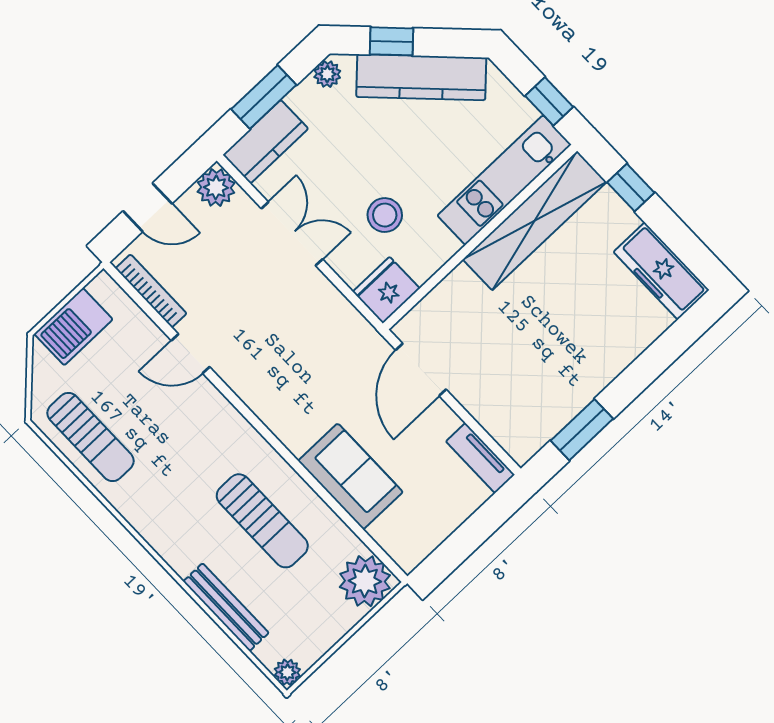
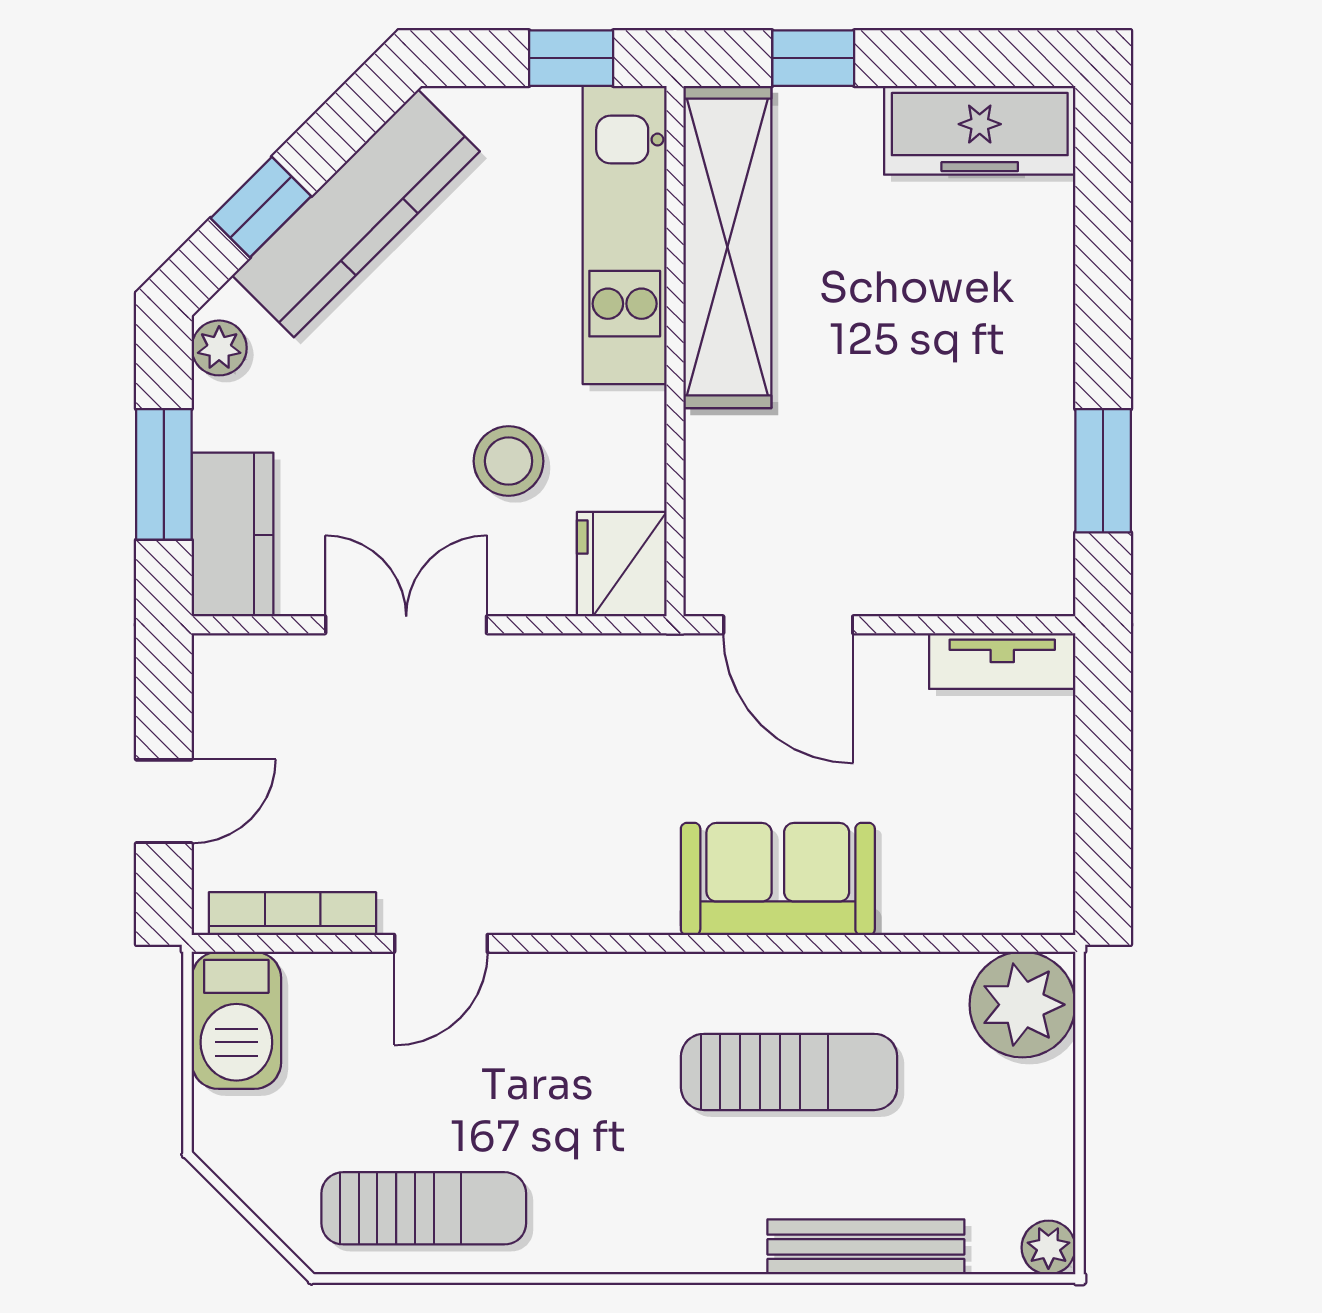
plant: (216, 187) -> (231, 672), removed
barbecue: (73, 327) -> (236, 1020), moved
sofa: (350, 476) -> (778, 879), moved

